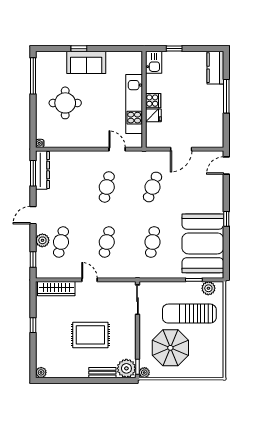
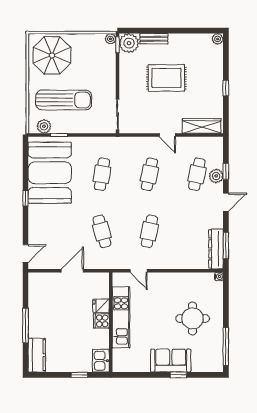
cafe table: (153, 187) -> (102, 231), turned -36
window: (33, 260) -> (226, 171), moved
parasol: (170, 348) -> (52, 55), moved

